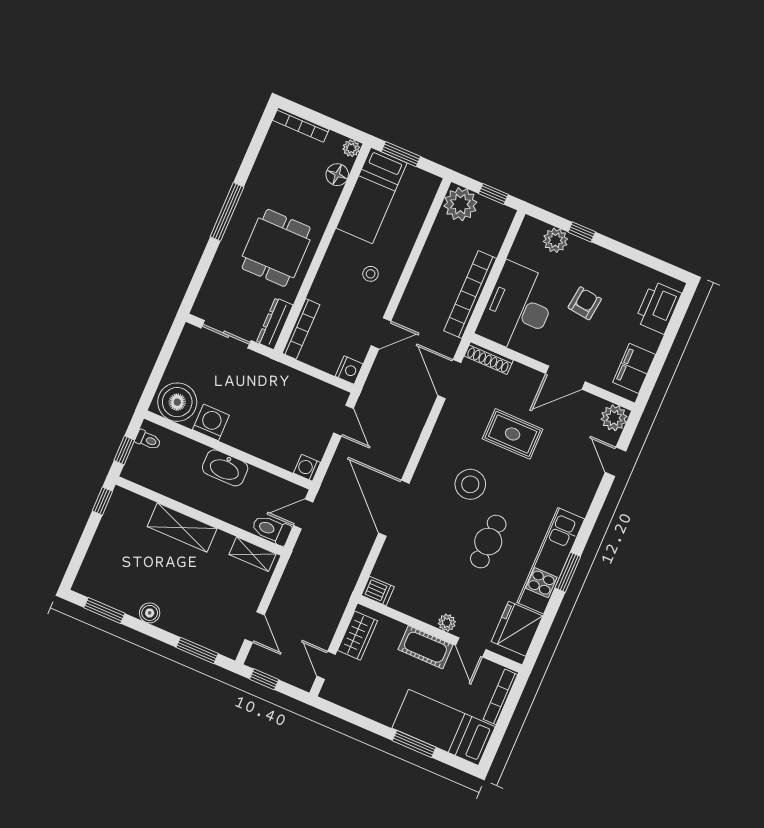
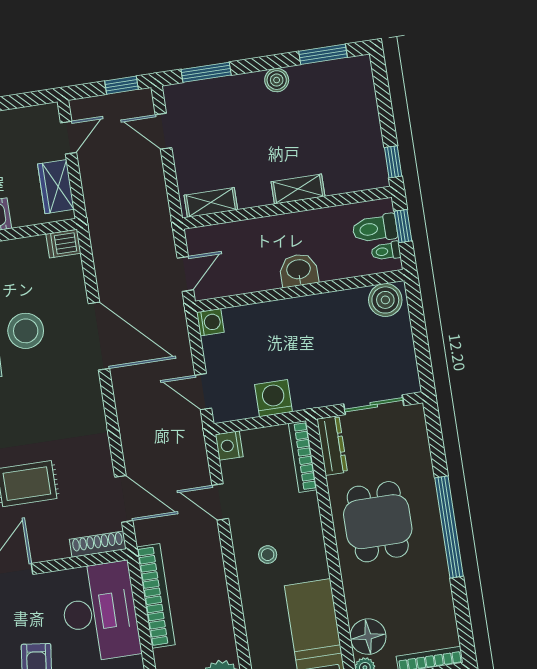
floor lamp: (337, 175) -> (368, 637), width x1.38, depth x1.38
window: (227, 212) -> (449, 527), width x1.46
door: (381, 333) -> (220, 502), hinge flipped
boiler: (177, 402) -> (385, 300), width x0.73, depth x0.73
washing machine: (211, 422) -> (274, 398), moved, turned 180
washbasin: (225, 468) -> (299, 270), width x0.72
stool: (470, 484) -> (26, 331), moved
shelving: (182, 527) -> (298, 189), width x0.67, depth x0.75
toilet: (271, 530) -> (375, 229), moved, turned 180
door: (326, 665) -> (69, 138), hinge flipped

